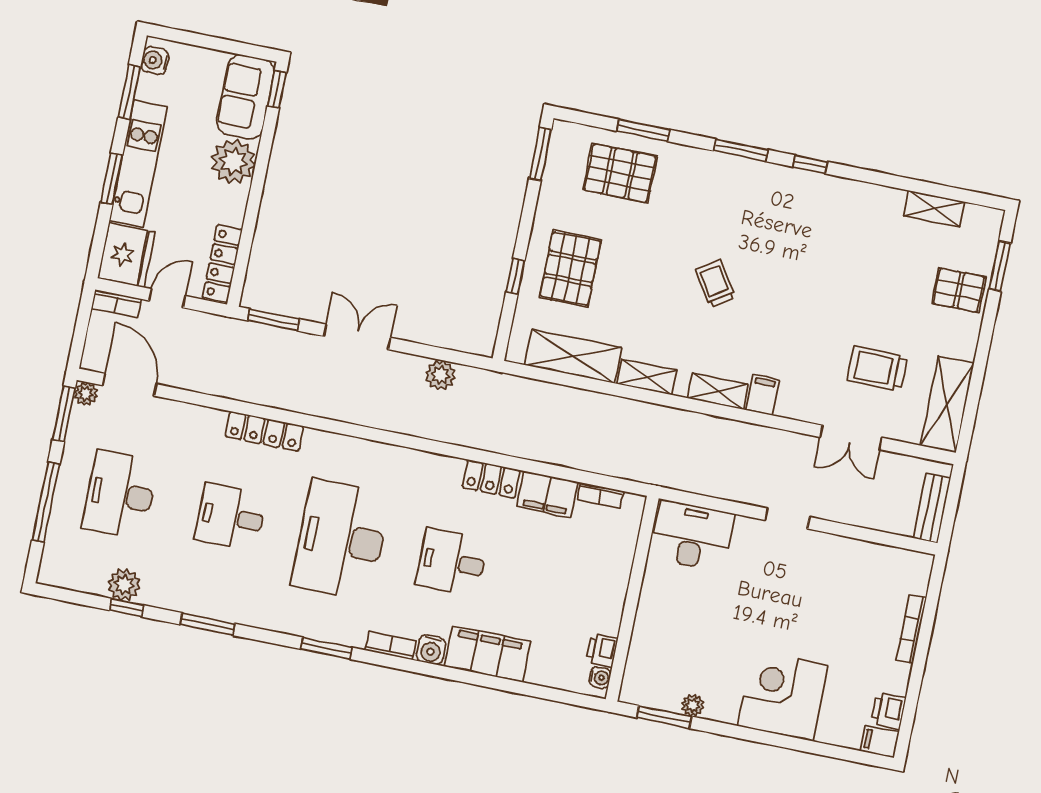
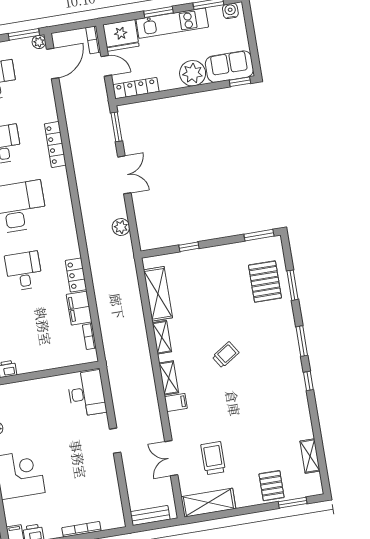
pallet: (570, 269) -> (204, 274), removed

